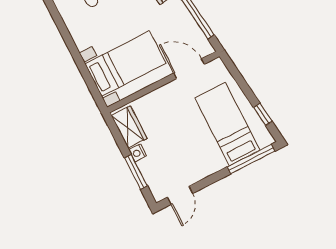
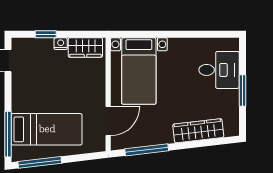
window: (263, 114) -> (40, 162), width x2.17
window: (136, 172) -> (46, 34), width x0.67

